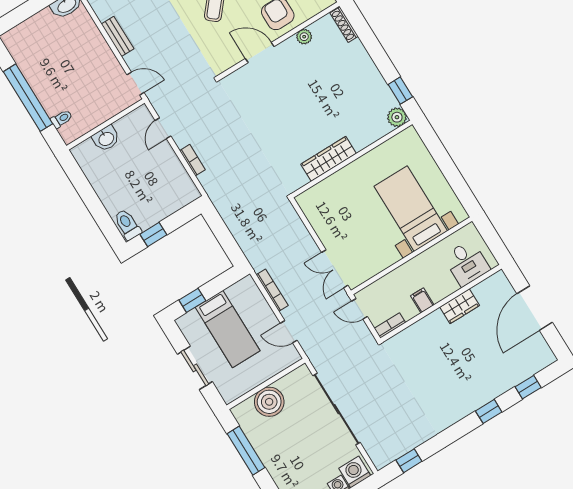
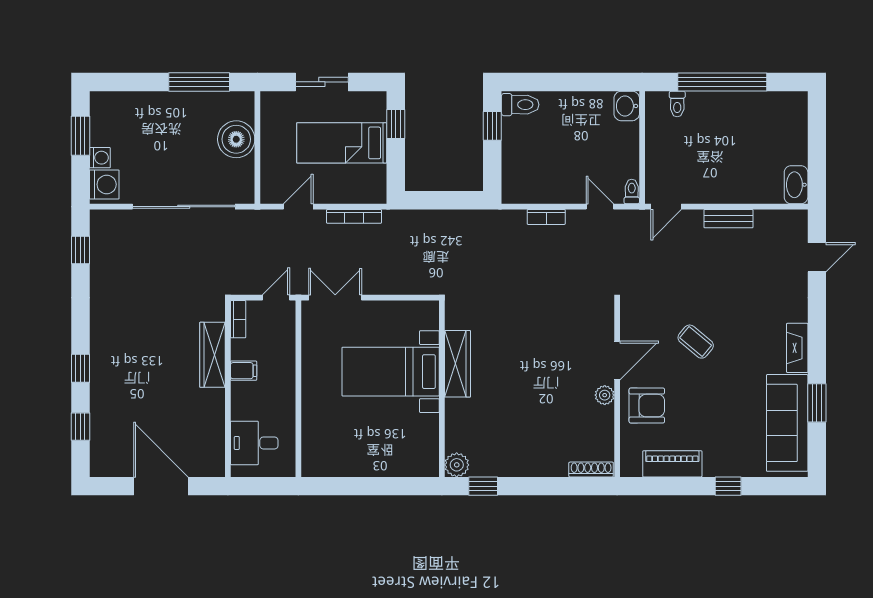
plant: (304, 37) -> (605, 395), moved
toilet: (140, 113) -> (632, 192), added
washbasin: (106, 138) -> (627, 106), moved
bed with nightstands: (411, 209) -> (391, 372), moved, turned 180
wardrobe: (460, 306) -> (213, 355), moved, width x1.50

